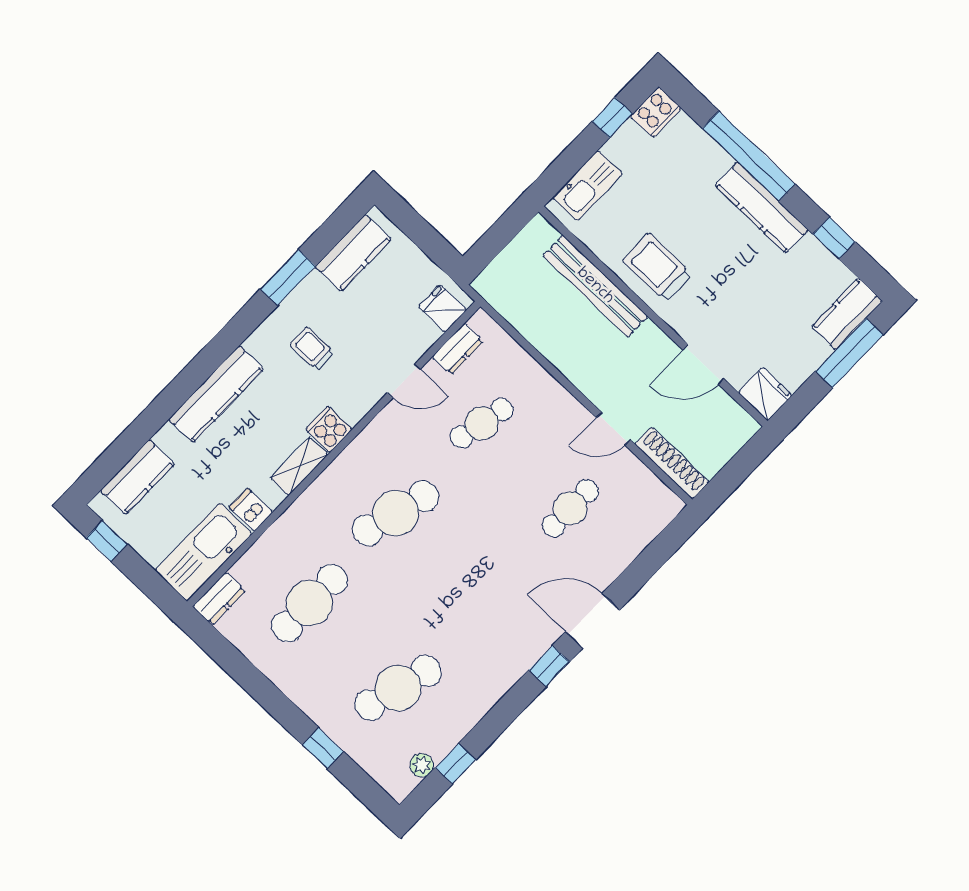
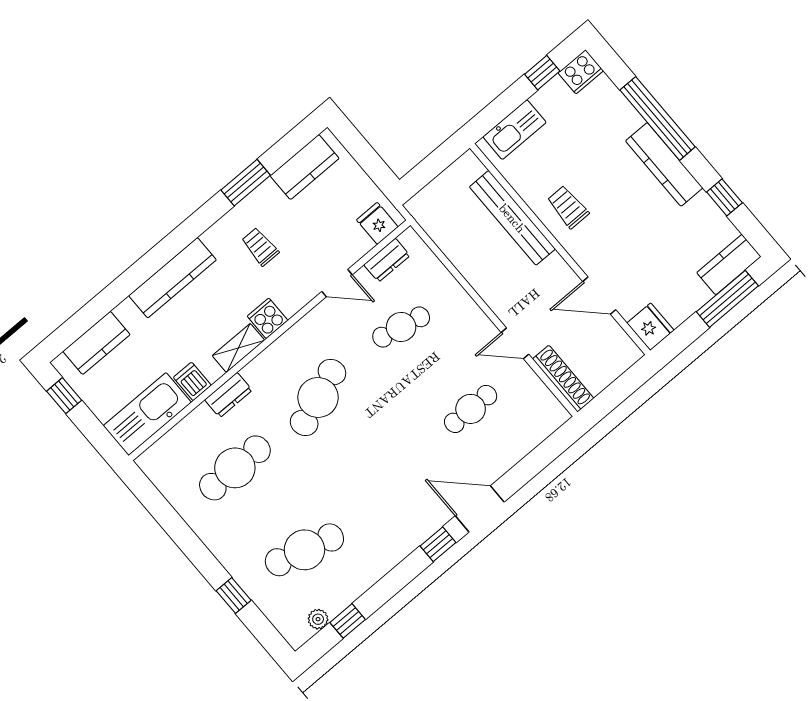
trolley: (657, 267) -> (568, 207), width x0.73, depth x0.72
cafe table: (396, 513) -> (318, 397), turned -36
dresser: (219, 598) -> (228, 395), moved

